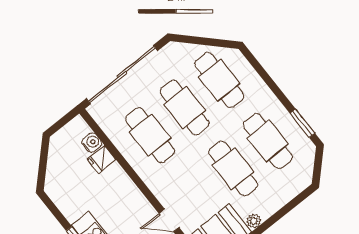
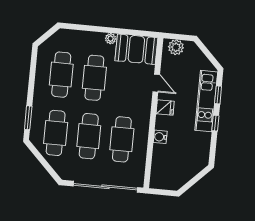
window: (302, 123) -> (28, 118), moved
water cooler: (92, 143) -> (160, 137), moved
fridge: (101, 159) -> (165, 108), moved

